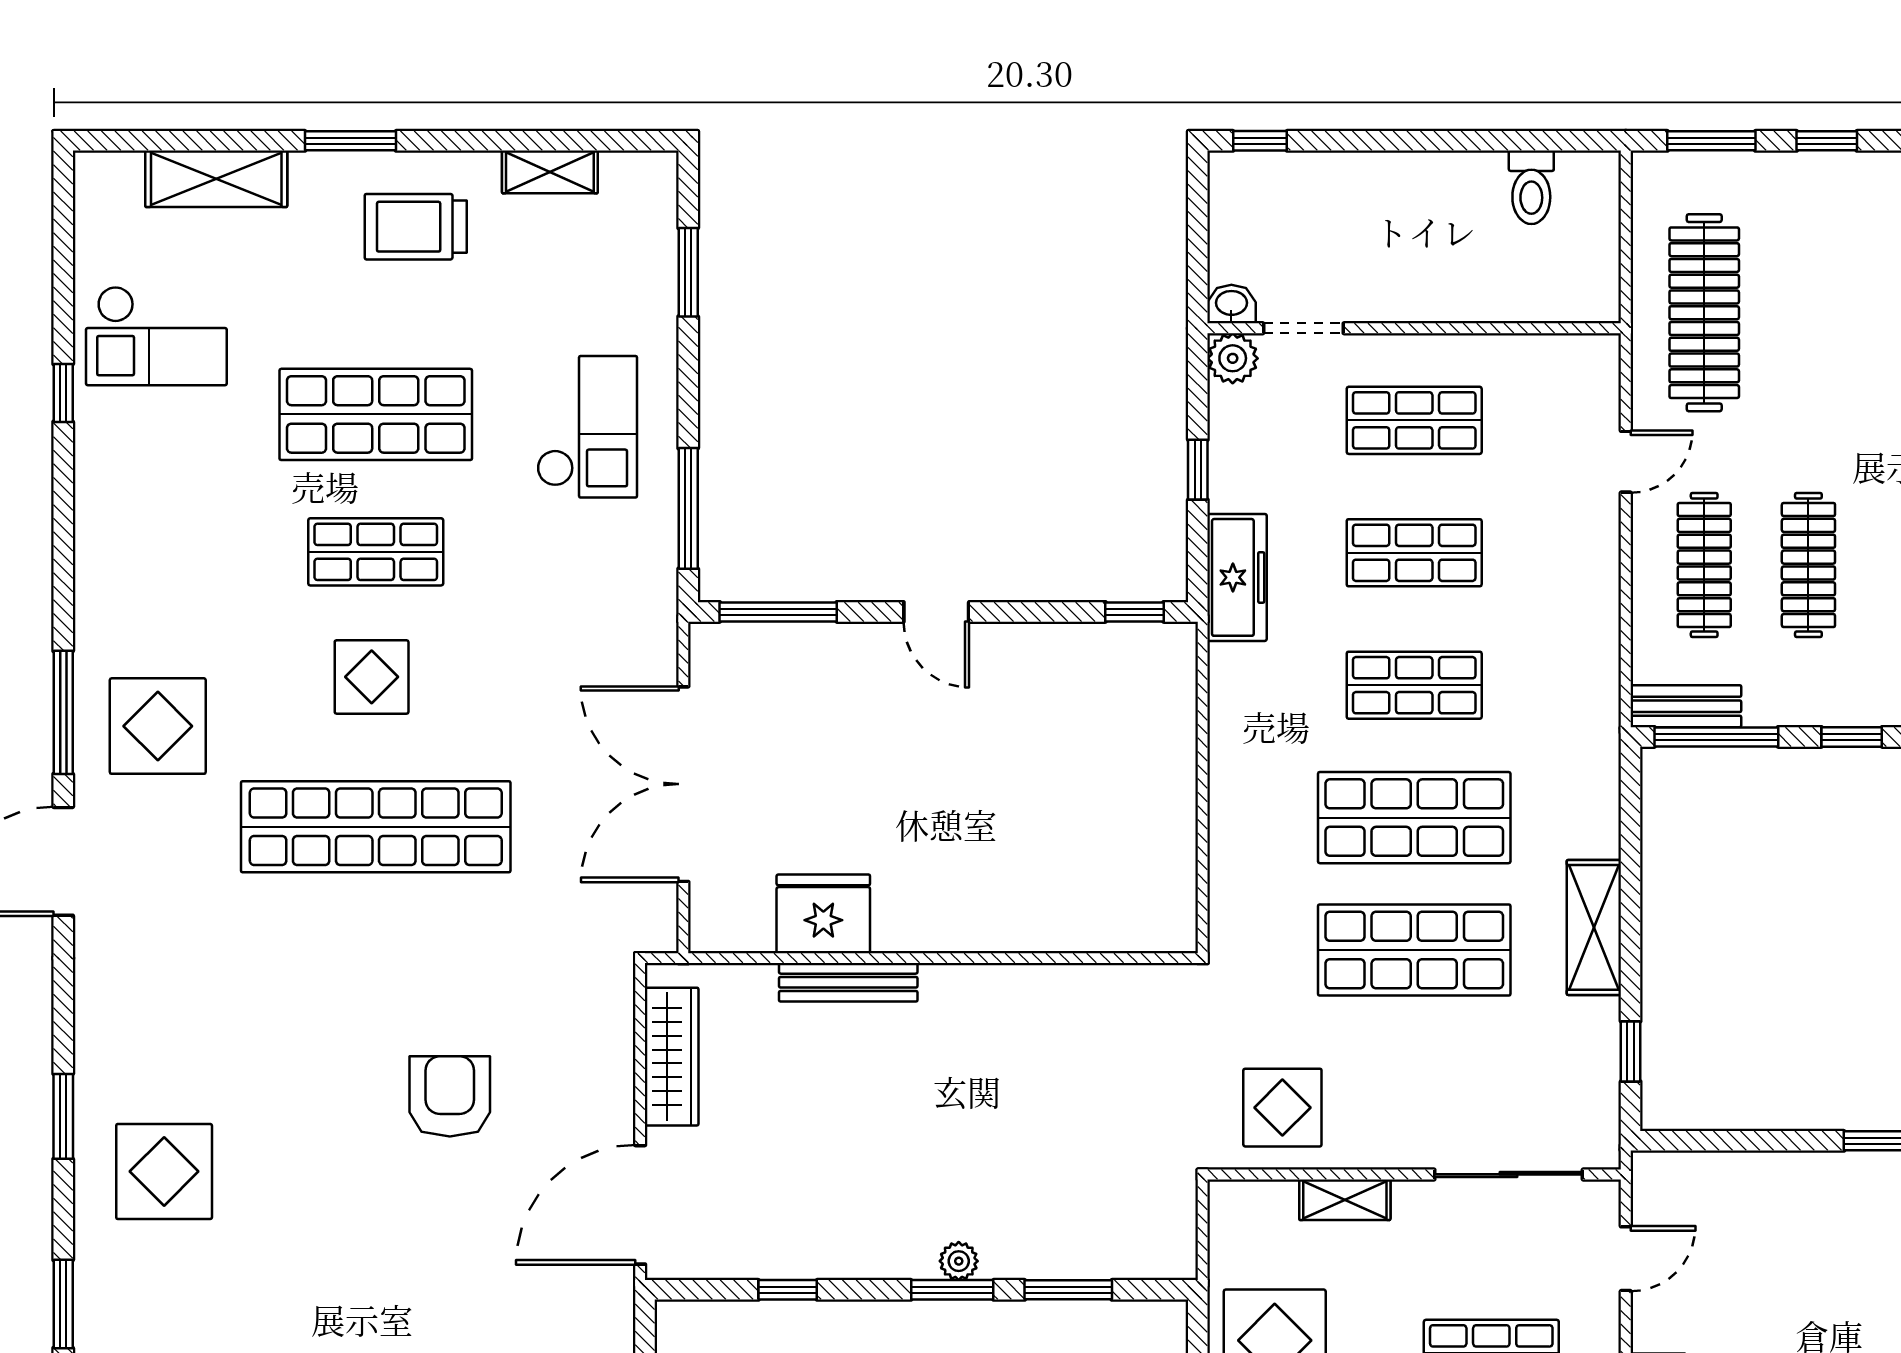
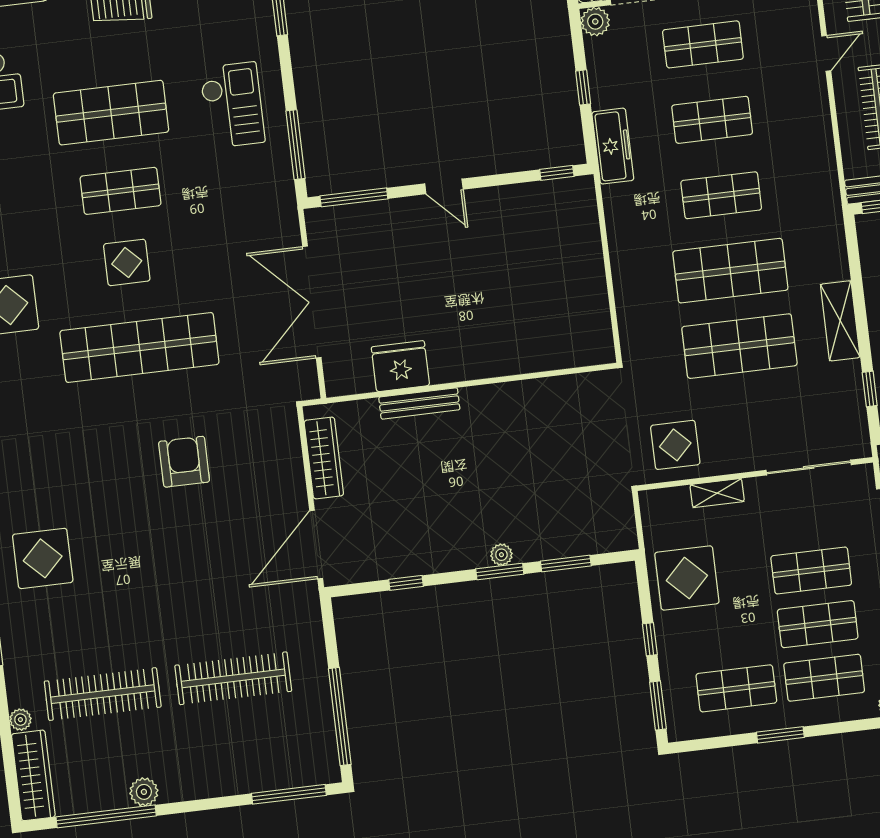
armchair: (450, 1096) -> (184, 462), moved

